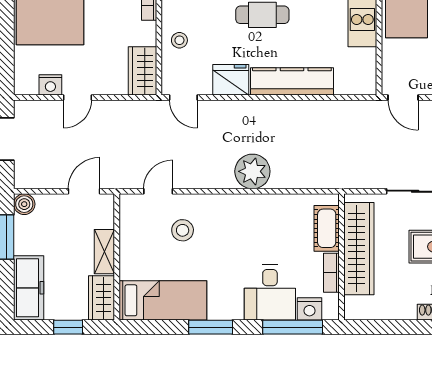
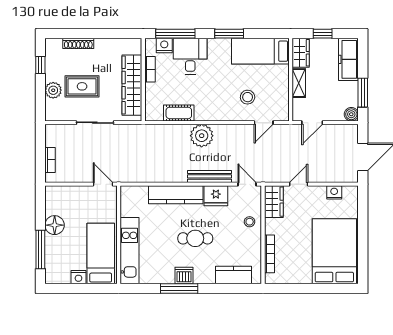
door: (77, 98) -> (299, 184), moved
bench: (241, 109) -> (209, 176), added
cot: (327, 228) -> (179, 113), moved, turned 90

